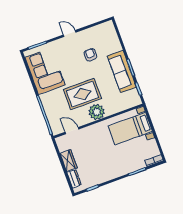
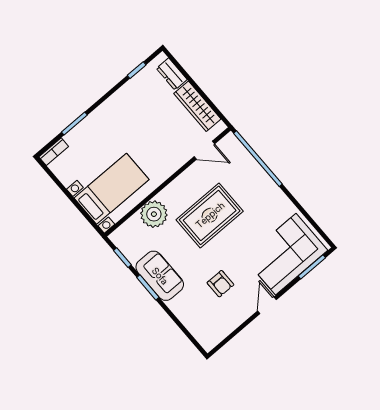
door: (70, 34) -> (267, 305), swing flipped
corner sofa: (45, 71) -> (286, 254), moved, turned 90
sofa: (122, 71) -> (160, 276), width x0.73
plant: (97, 112) -> (154, 214), moved
wardrobe: (68, 161) -> (197, 106), width x1.50

